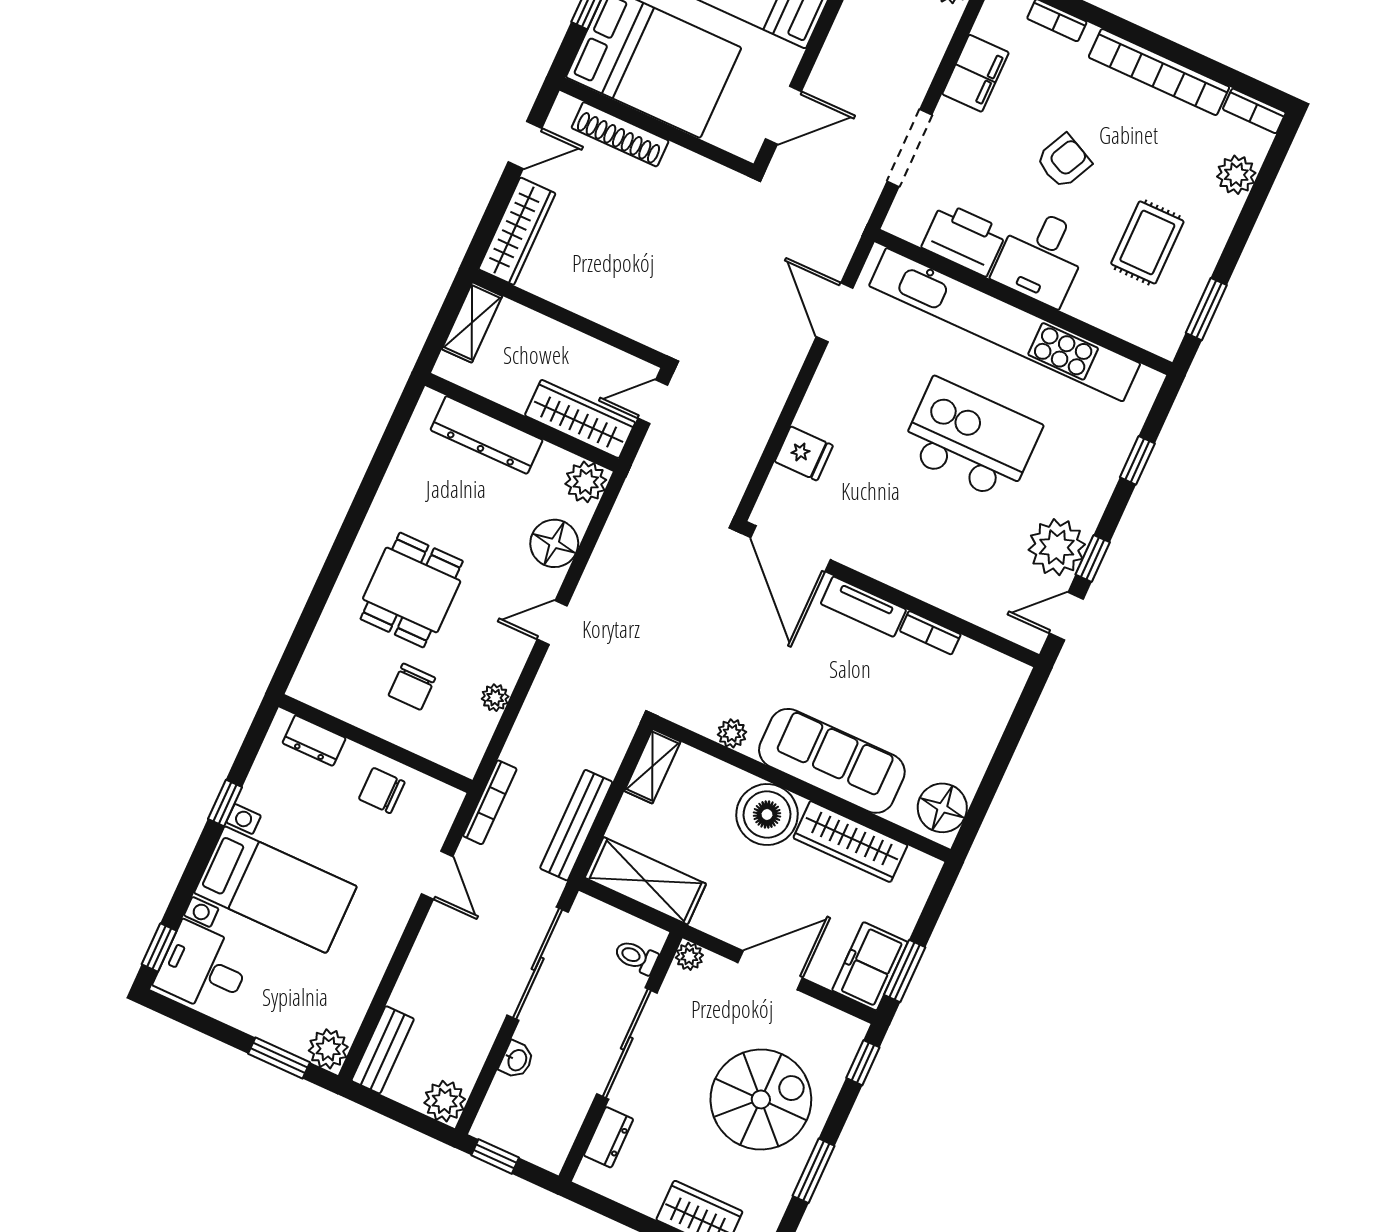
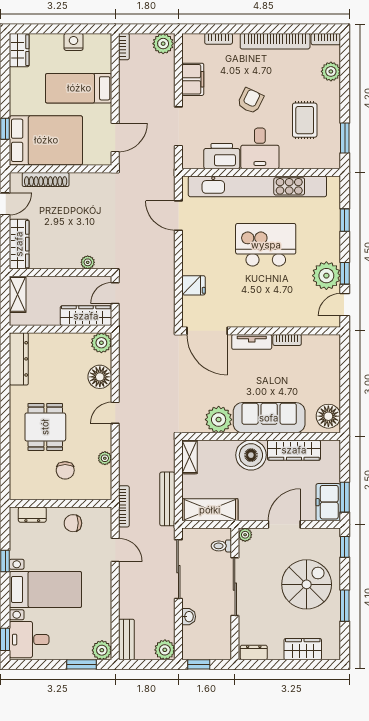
plant: (628, 322) -> (88, 262), added
dresser: (487, 435) -> (19, 359), moved, turned -90
plant: (732, 733) -> (219, 420), width x1.88, depth x1.88
dresser: (609, 1137) -> (254, 653), moved, turned -90

